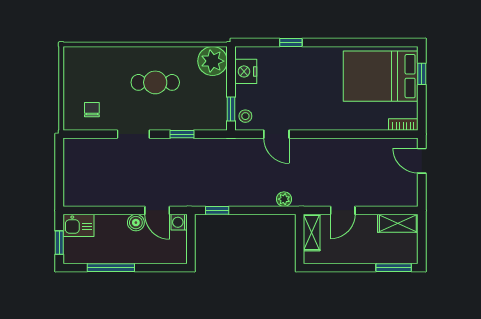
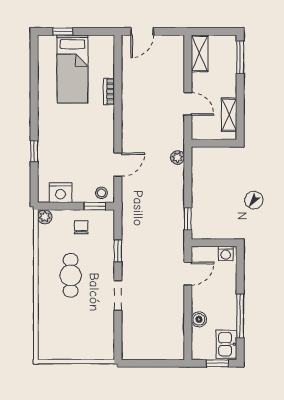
plant: (212, 61) -> (45, 217), width x0.53, depth x0.53
bed: (381, 76) -> (73, 69), width x0.67
chair: (92, 110) -> (81, 227), moved, turned 90
bookcase: (403, 124) -> (109, 92), moved
washing machine: (179, 222) -> (226, 254), moved
boiler: (136, 223) -> (199, 319), moved
kitchen sink: (78, 225) -> (226, 344), moved, turned 180
shelving: (312, 233) -> (229, 115), moved, turned 90

